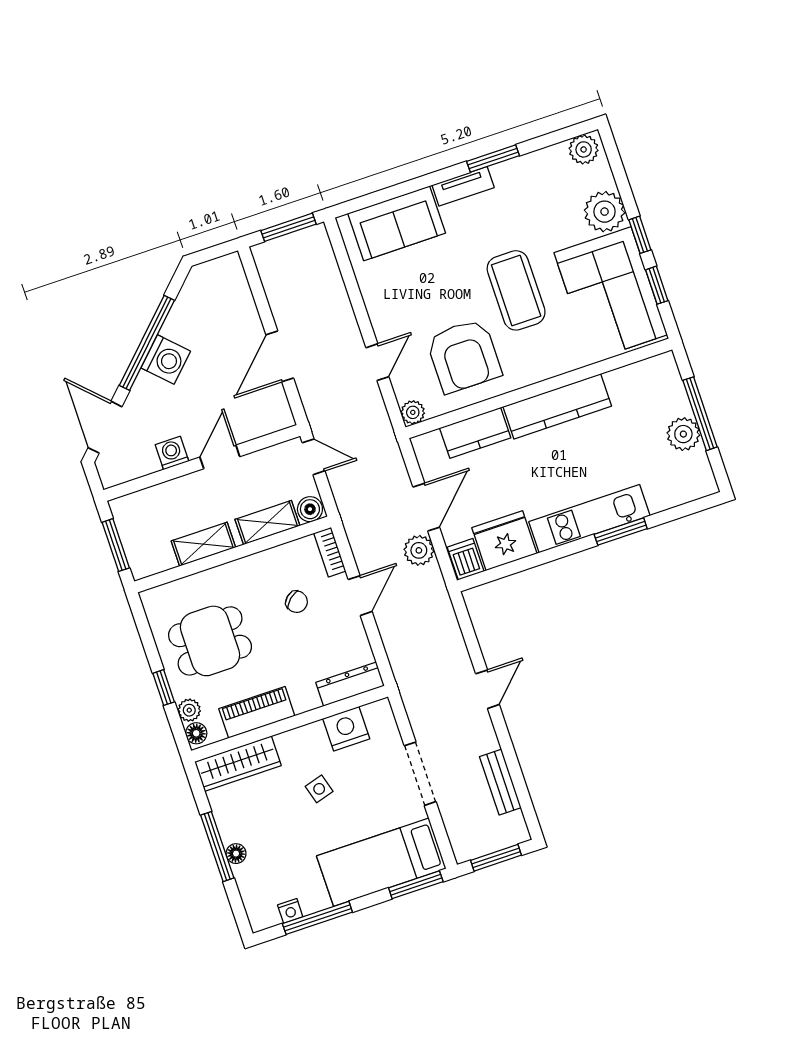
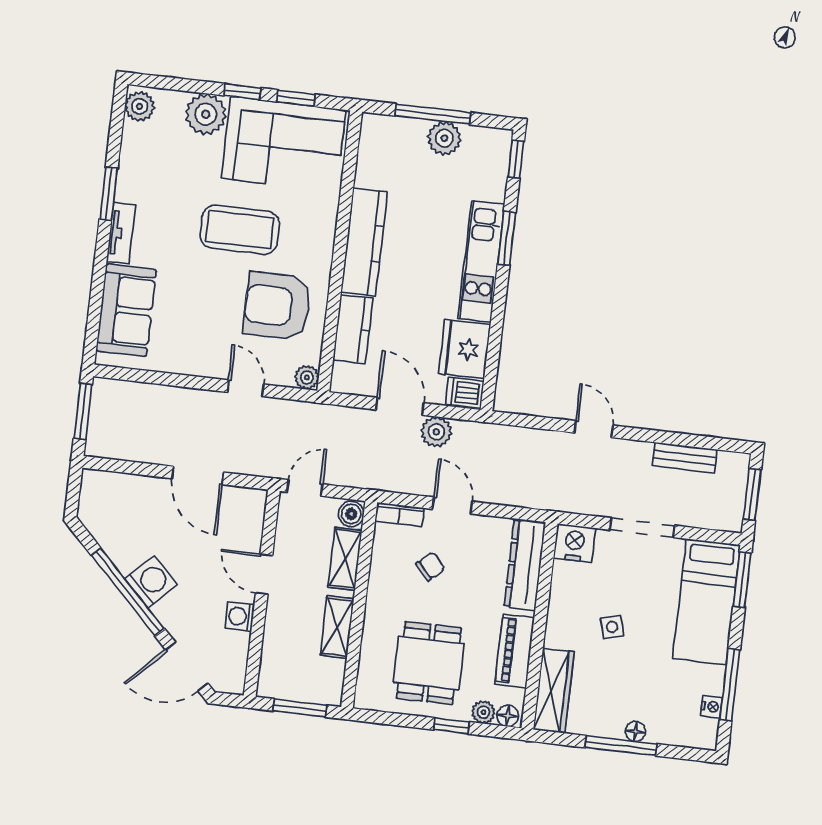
armchair: (464, 356) -> (277, 306), turned 180
window: (695, 507) -> (516, 159), added
dresser: (350, 684) -> (525, 565), width x1.37, depth x1.24
nightstand: (346, 729) -> (575, 543), moved, turned 90

